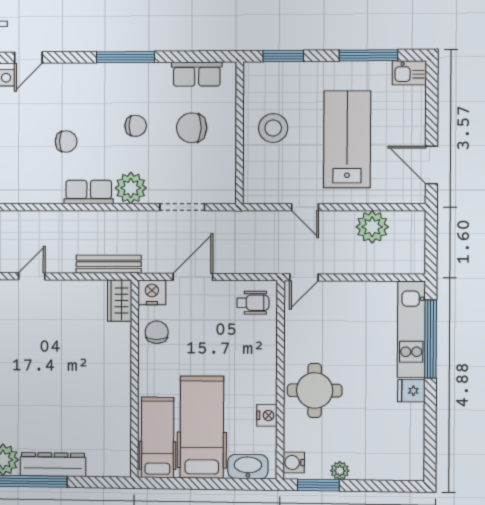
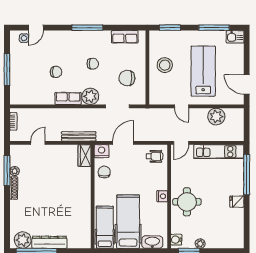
chair: (192, 128) -> (127, 78), moved
kitchen unit: (411, 330) -> (219, 152), moved, turned -90
nightstand: (267, 415) -> (162, 196), moved

